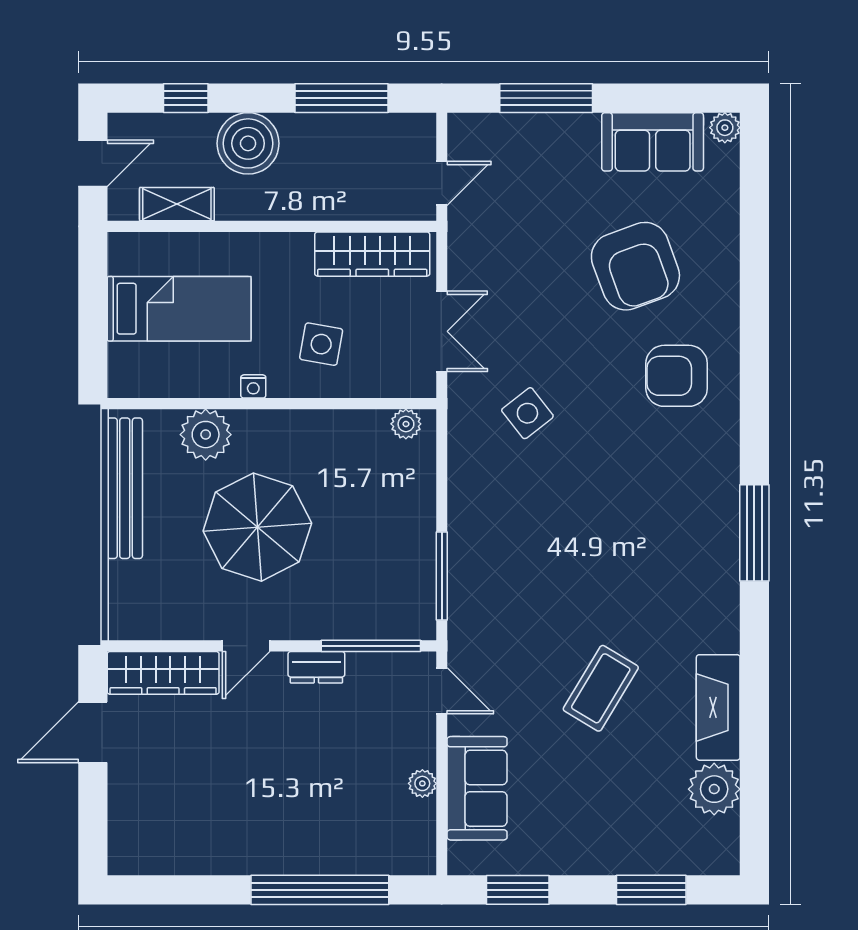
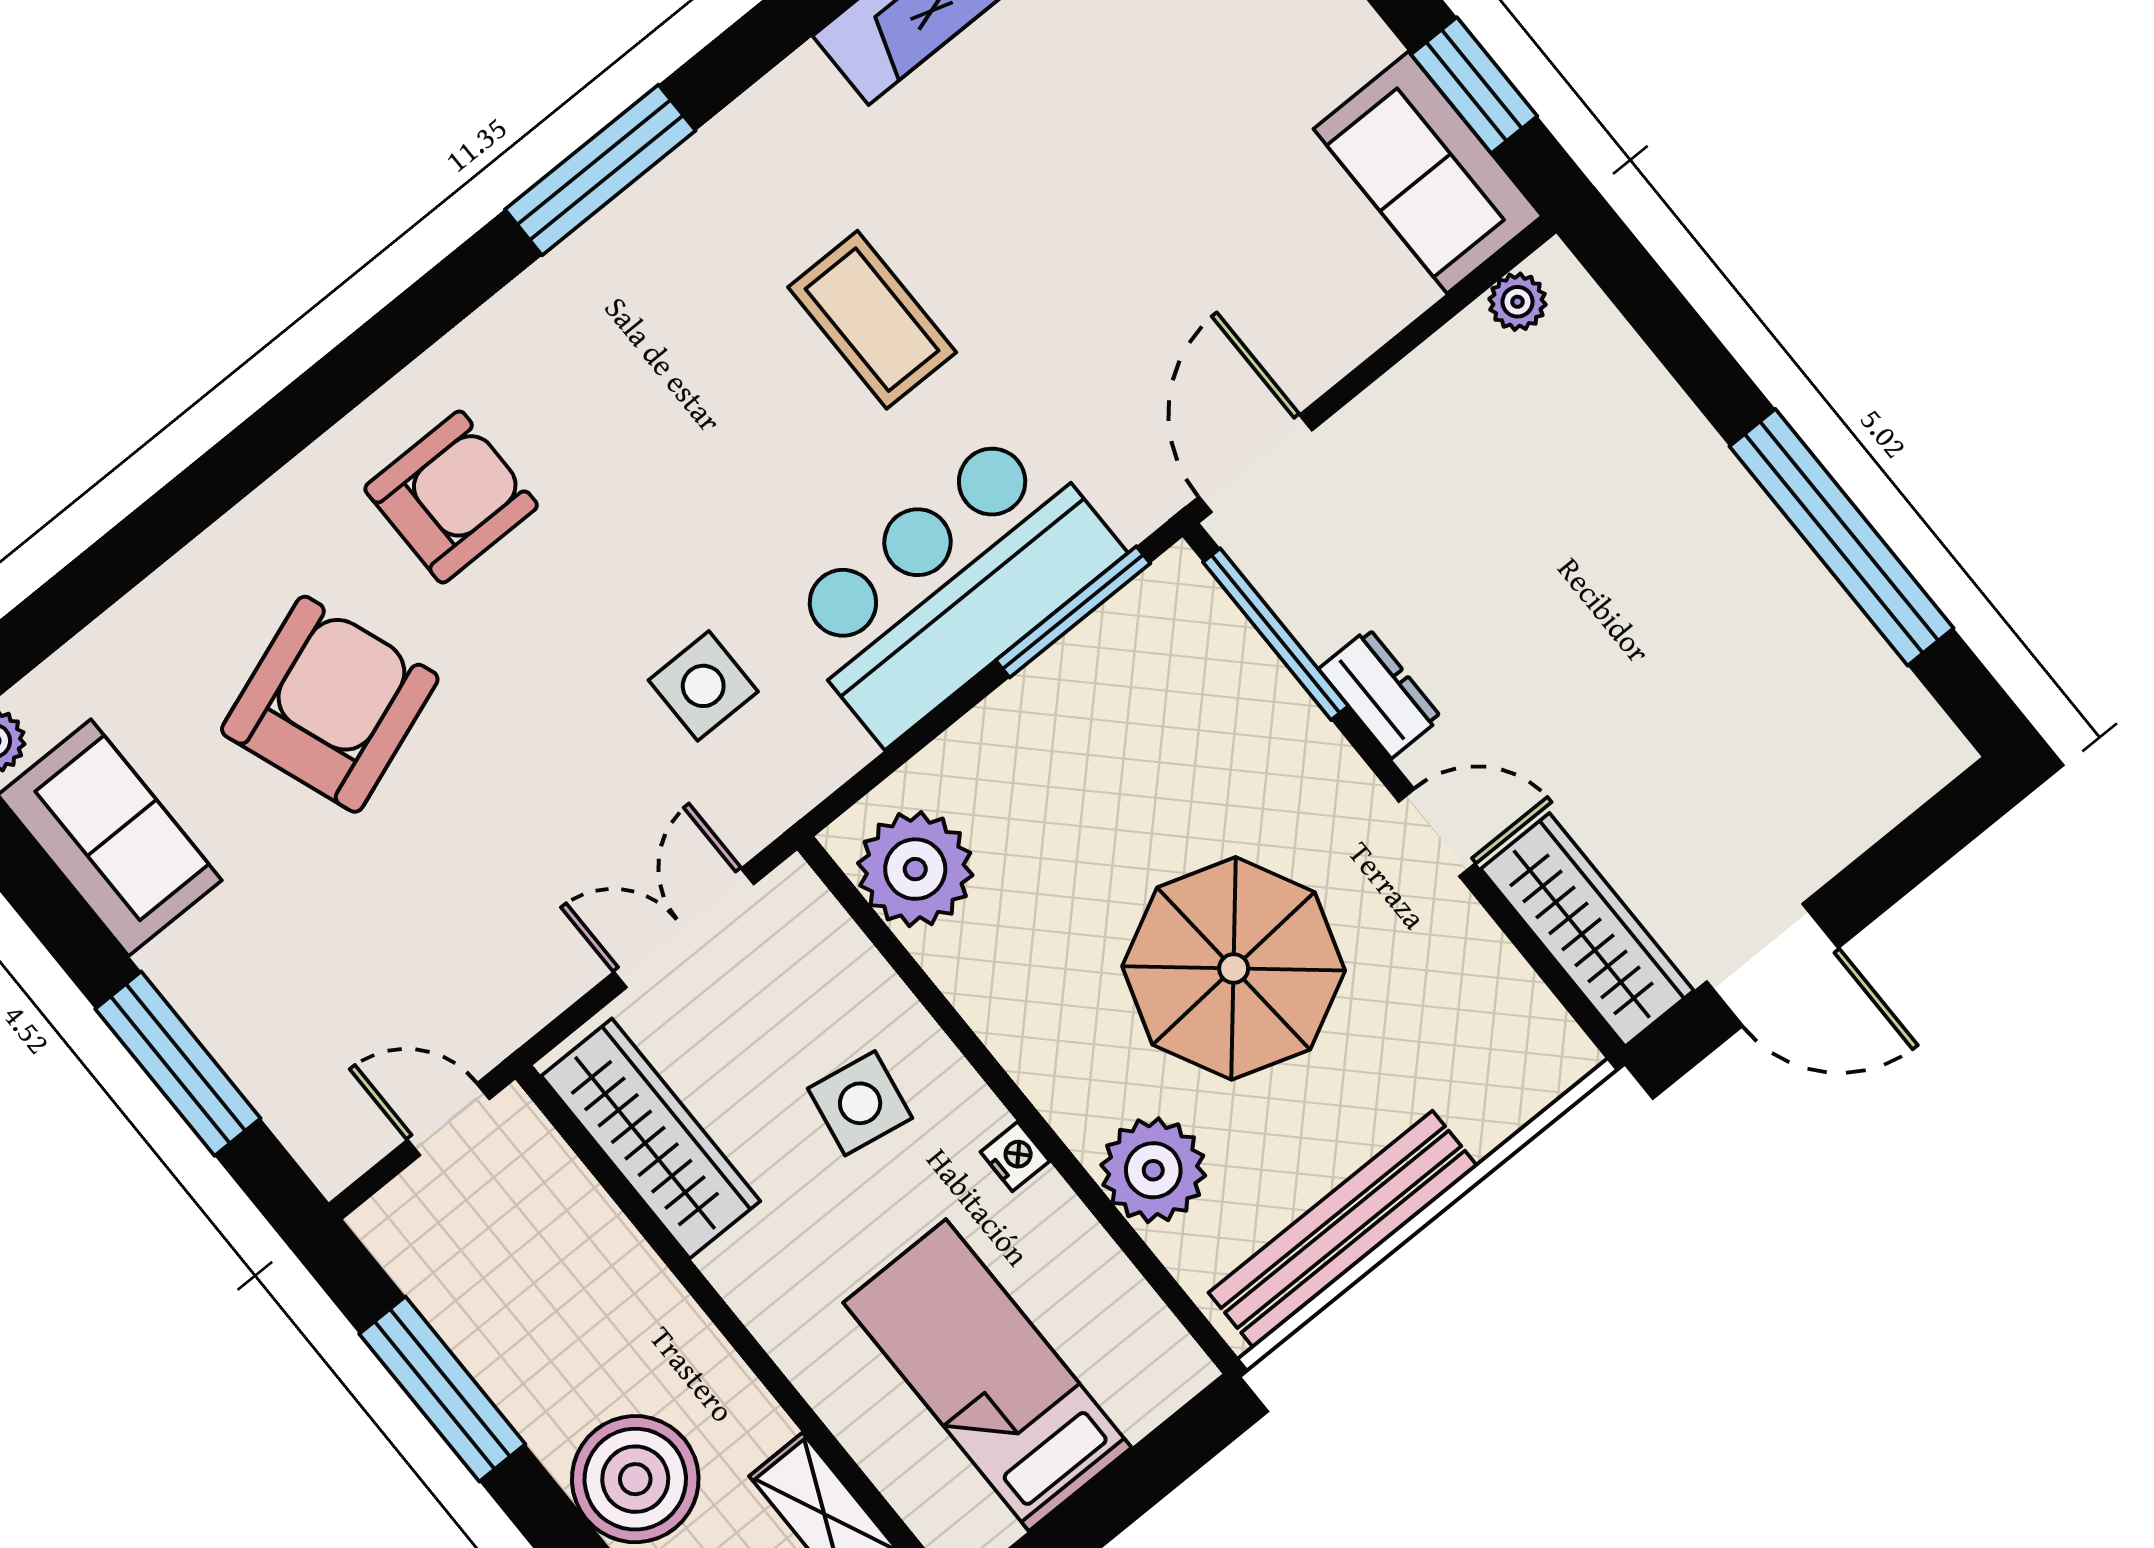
armchair: (677, 376) -> (451, 497), turned -90
side table: (527, 413) -> (703, 686), turned 38
plant: (406, 424) -> (915, 869), width x1.87, depth x1.87
bar counter: (490, 539) -> (952, 584), added
coffee table: (601, 688) -> (872, 320), moved, turned 59
door: (442, 691) -> (1255, 464), width x1.38
plant: (422, 783) -> (1517, 302), moved
sofa: (477, 788) -> (1428, 172), moved, turned -90
window: (320, 890) -> (1841, 537), moved

